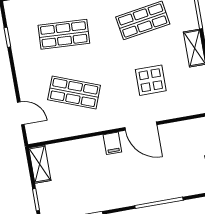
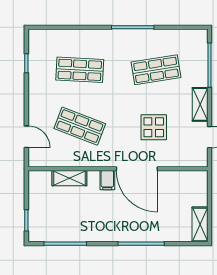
door: (141, 126) -> (137, 169), width x1.36
shelving: (40, 164) -> (69, 178), moved, turned 90

